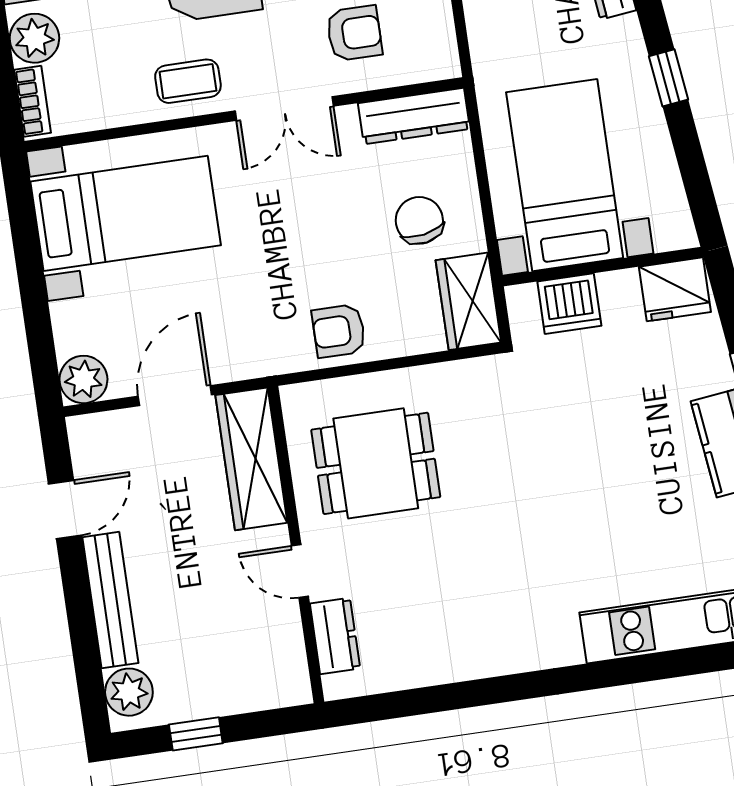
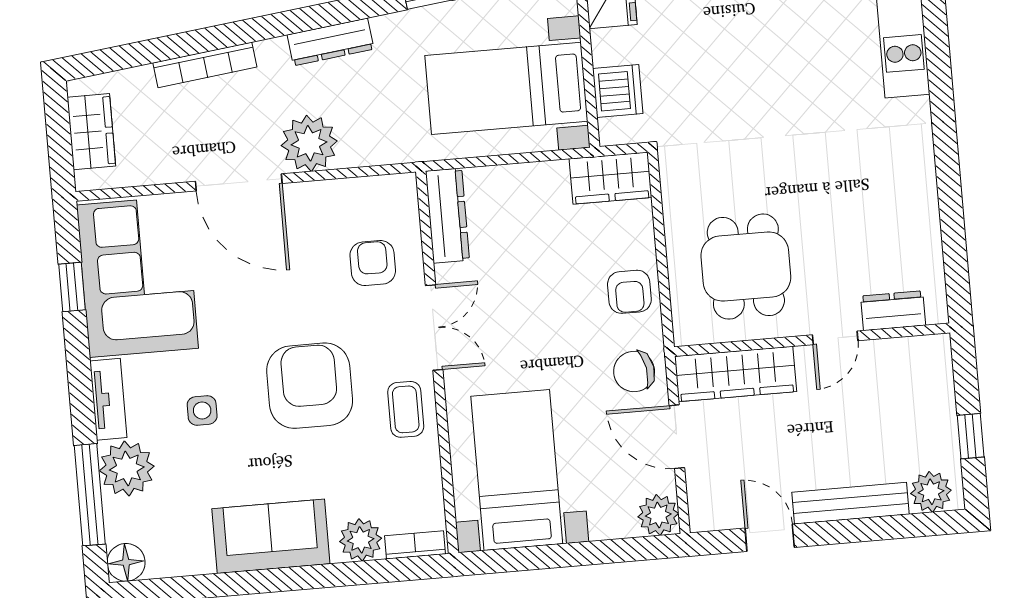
chair: (419, 220) -> (634, 371), moved

